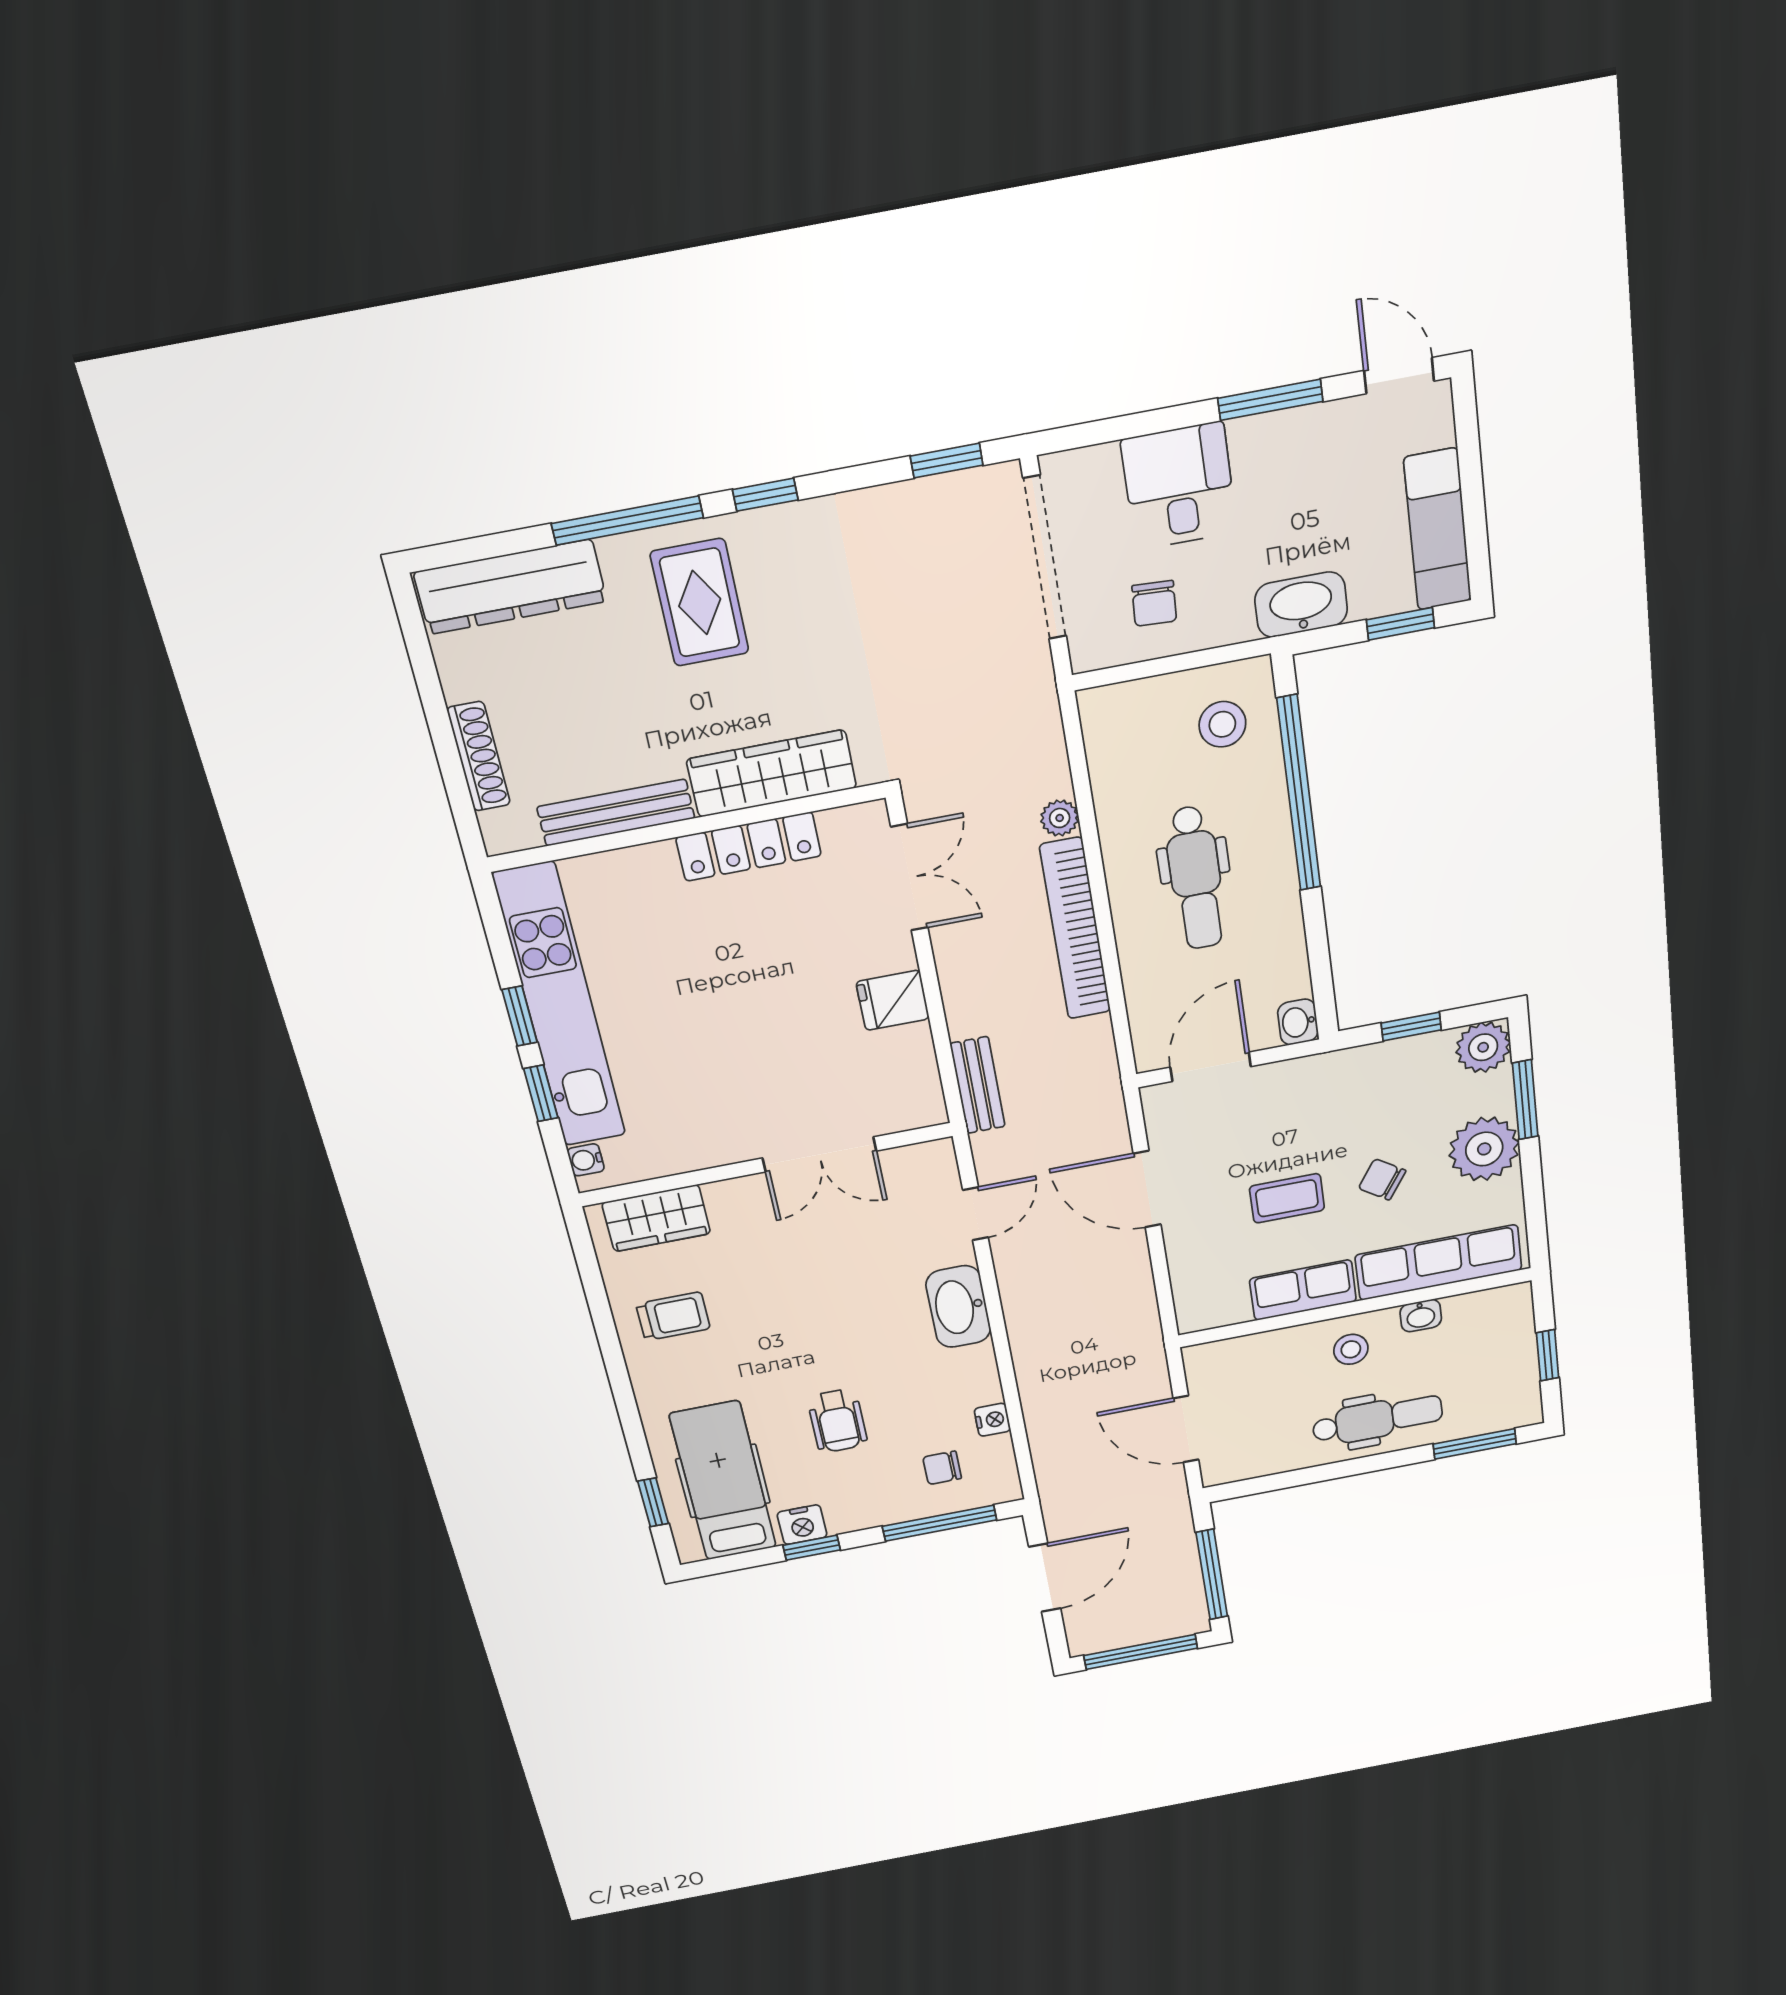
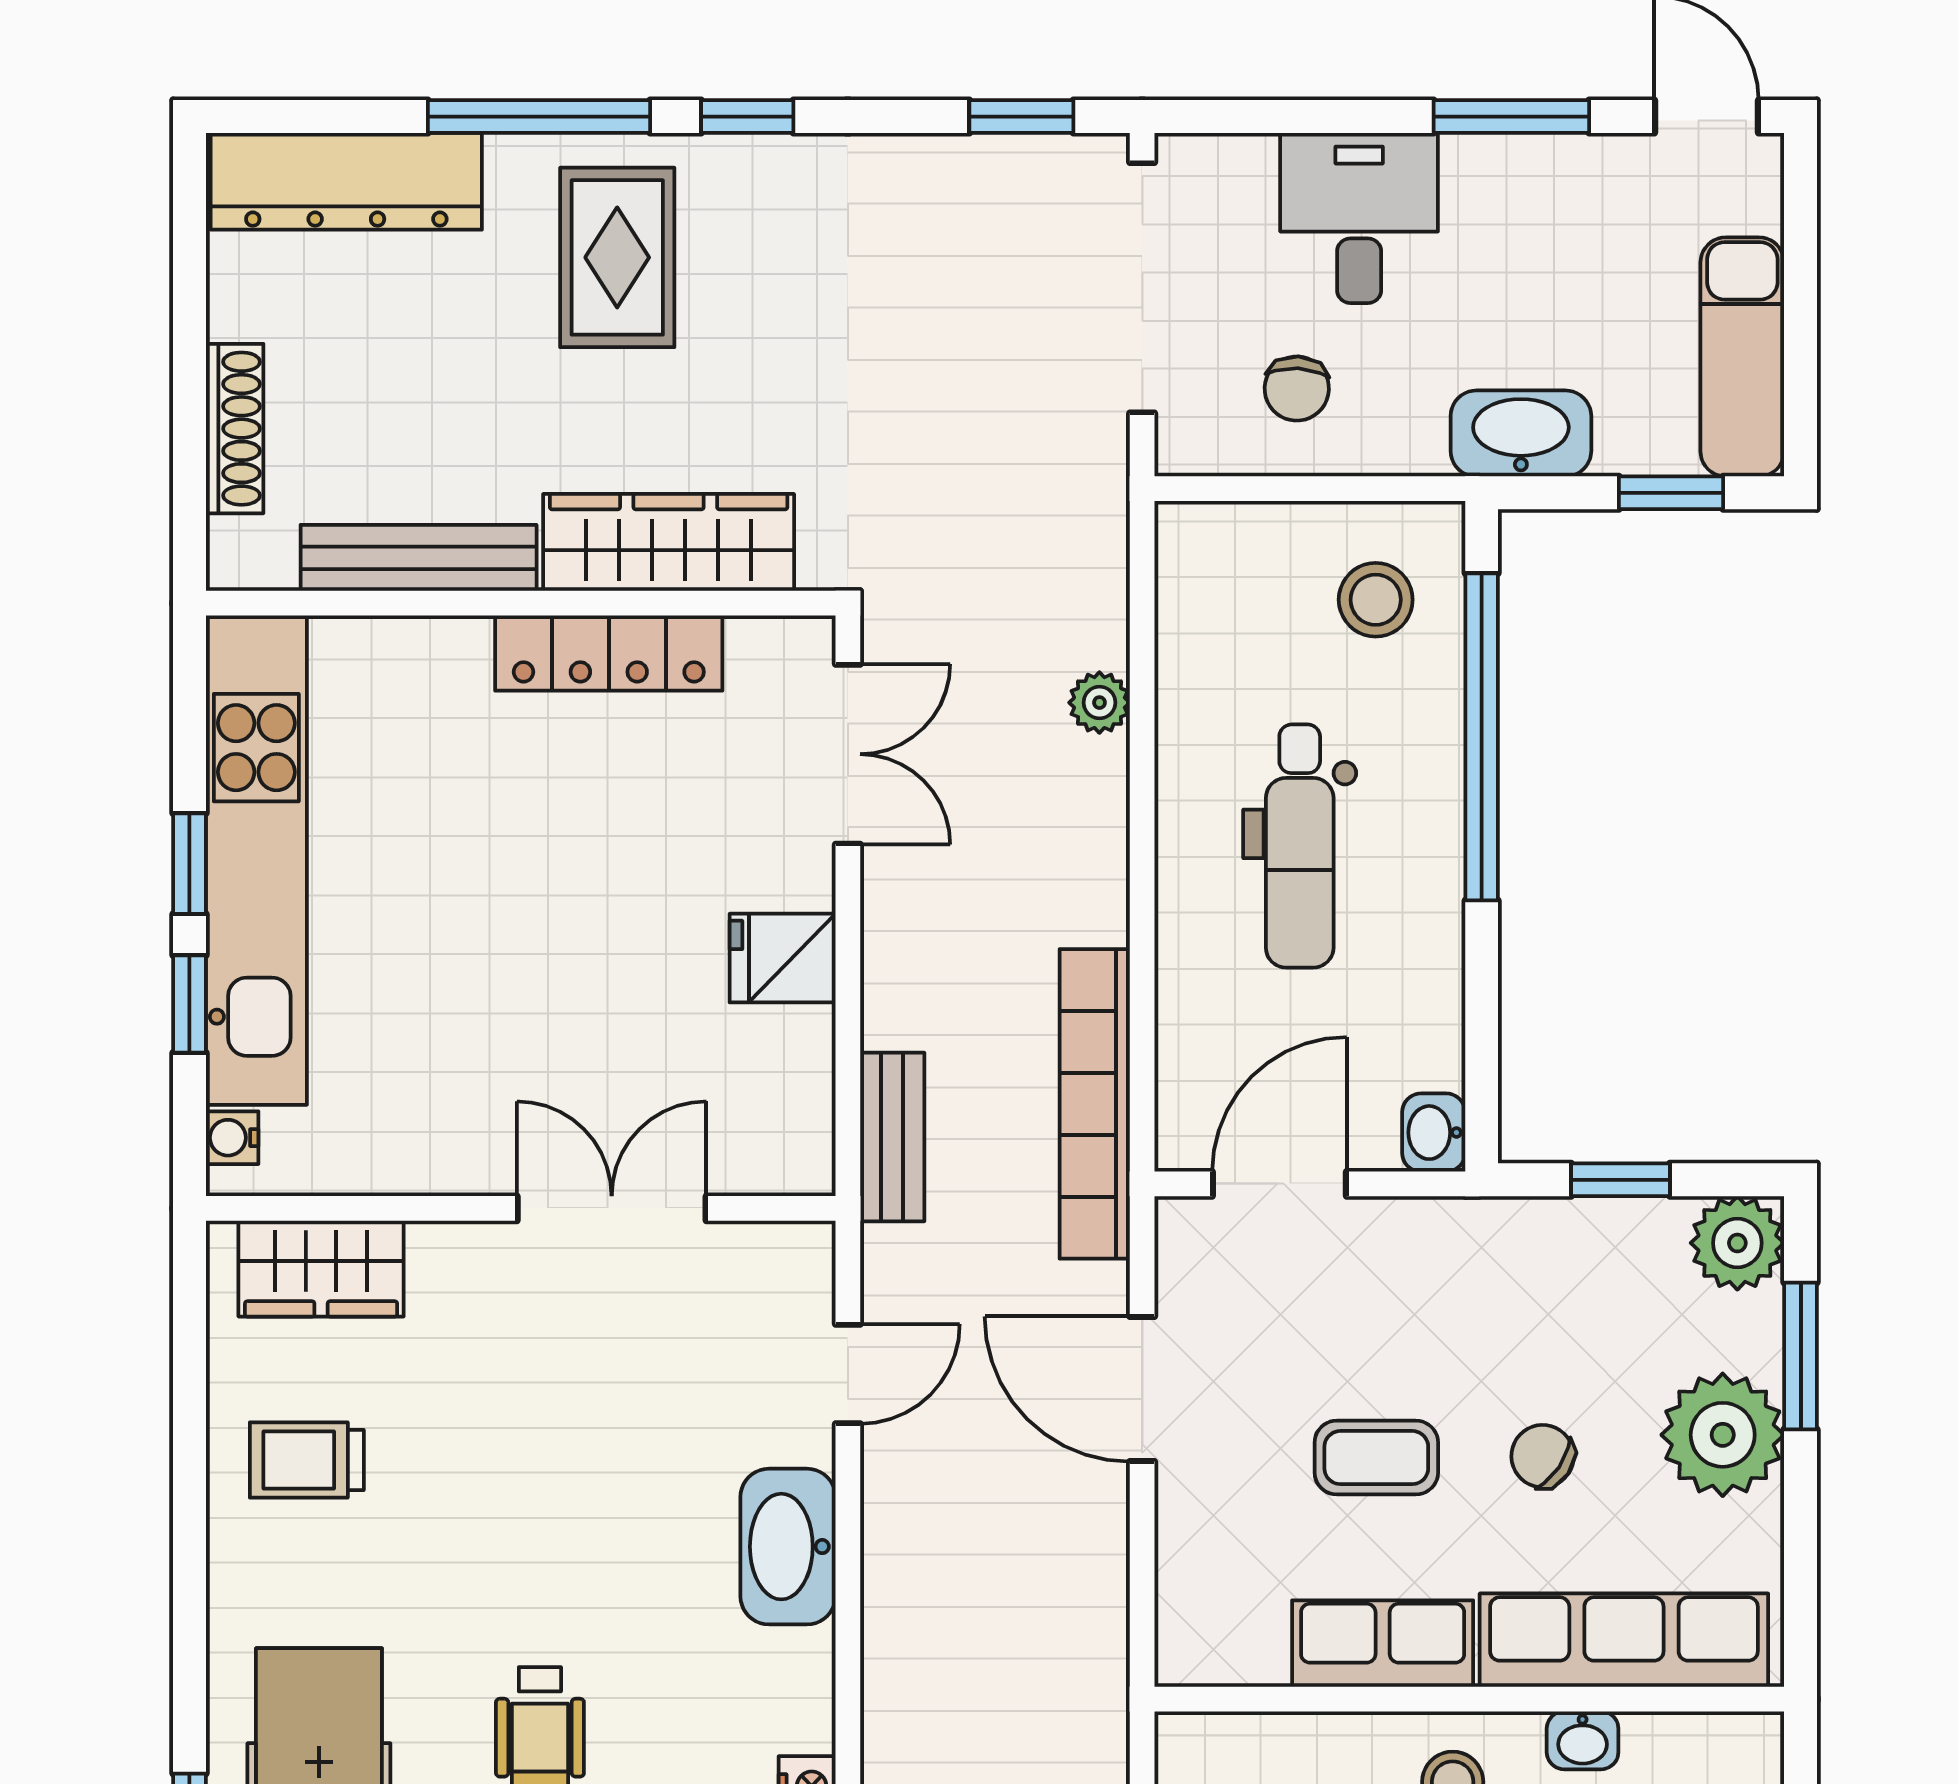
bookcase: (1075, 929) -> (1095, 1104), moved
double door: (820, 1154) -> (612, 1208), swing flipped
trolley: (673, 1316) -> (307, 1460), turned 180

